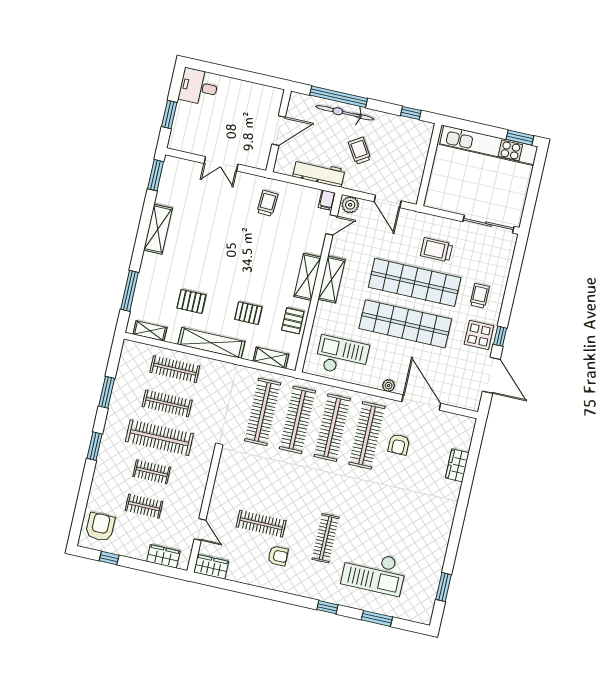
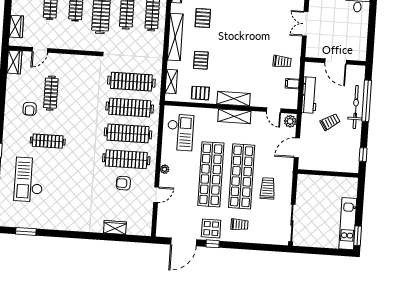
kitchen unit: (489, 146) -> (348, 224), width x0.73
filing cabinet: (327, 200) -> (292, 84), moved
door: (421, 403) -> (156, 195), width x0.53

